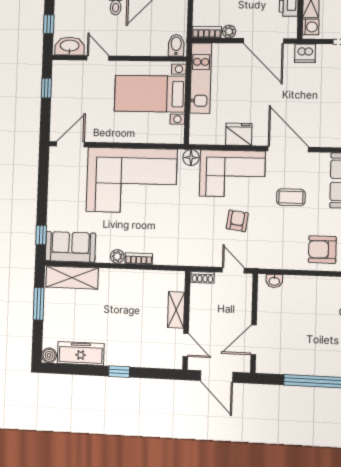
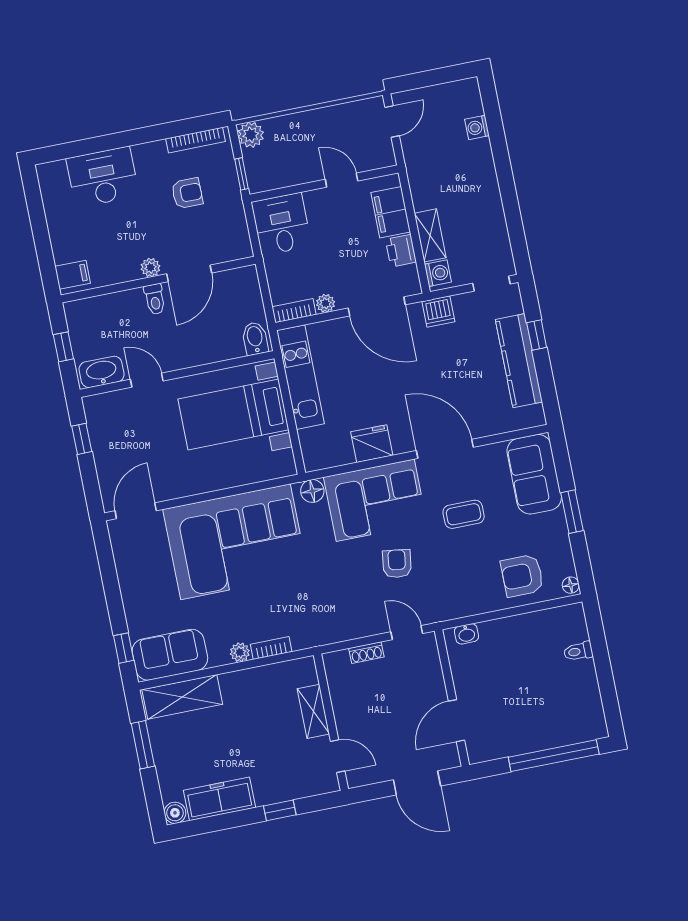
shelving: (176, 310) -> (313, 711), moved
wall: (186, 320) -> (331, 722), moved
door: (186, 345) -> (338, 756), moved

